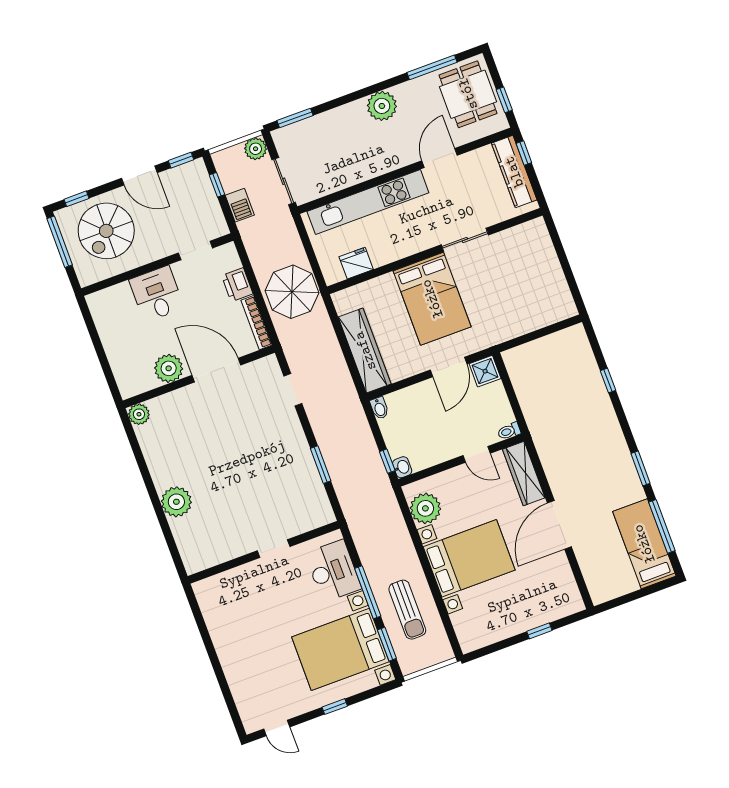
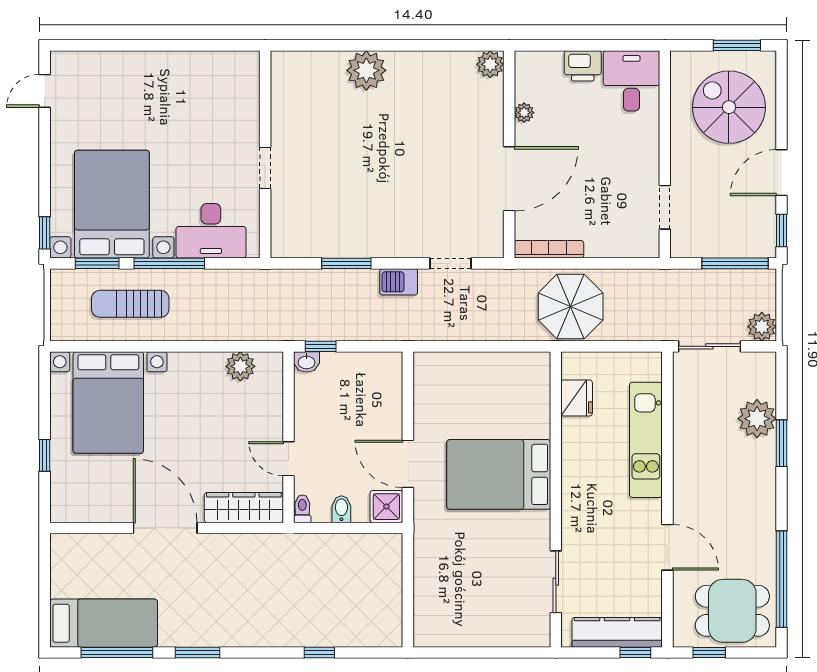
window: (432, 67) -> (782, 579), width x1.46
plant: (382, 106) -> (757, 419), moved
window: (295, 118) -> (782, 443), moved
window: (217, 185) -> (735, 263), width x2.17
window: (76, 199) -> (782, 85), removed
kitchen unit: (368, 202) -> (646, 440), width x0.73
barbecue: (240, 205) -> (399, 282), moved
sliding door: (465, 240) -> (556, 582), moved
window: (60, 242) -> (737, 45), width x0.69
printer: (237, 285) -> (583, 66), moved, turned 180
desk: (157, 294) -> (631, 81), moved, turned -90
wardrobe: (365, 351) -> (466, 369), removed
plant: (169, 368) -> (524, 113), width x0.53, depth x0.53
bidet: (379, 408) -> (341, 509), moved, turned 90
door: (477, 454) -> (289, 459), hinge flipped
plant: (425, 508) -> (240, 366), width x0.73, depth x0.73
bed with nightstands: (469, 558) -> (108, 402), moved
window: (335, 707) -> (45, 233), moved

